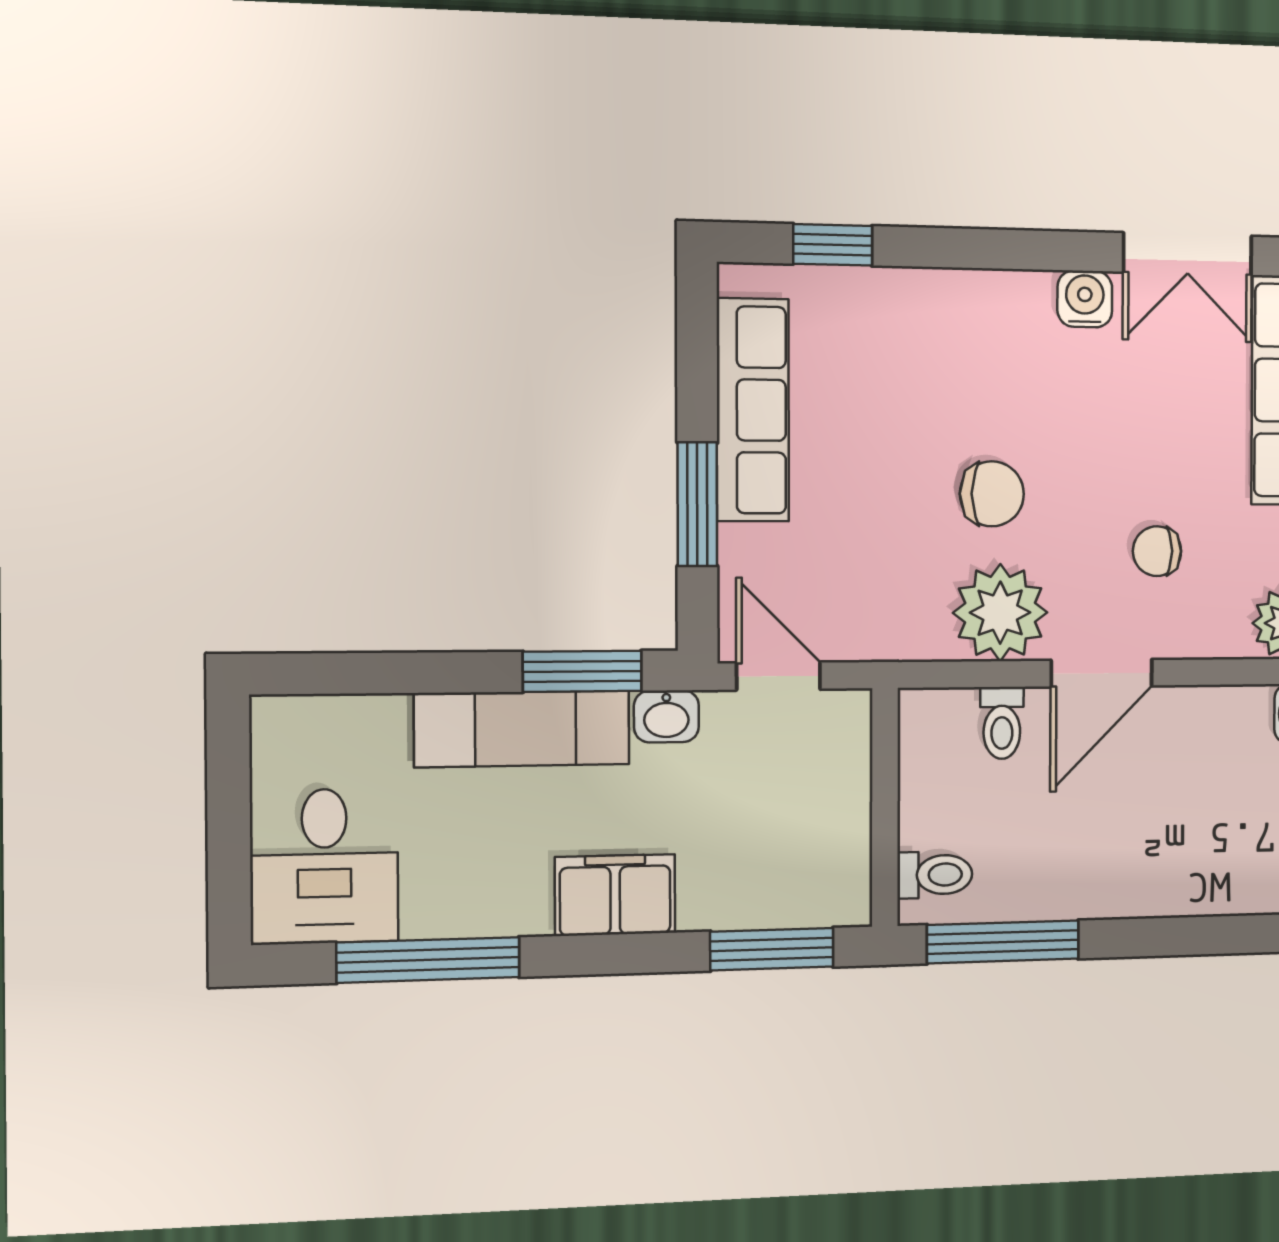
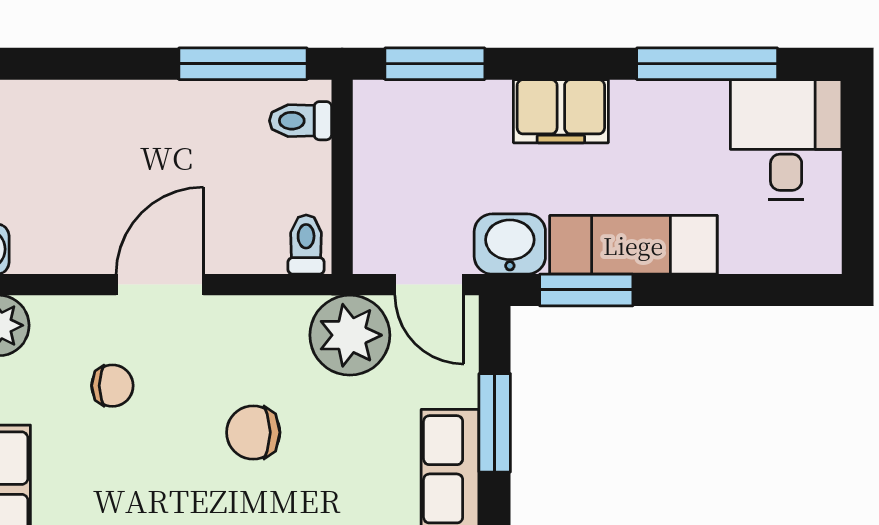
plant: (1000, 613) -> (350, 335), moved
washbasin: (666, 716) -> (510, 244), width x1.38, depth x1.45
toilet: (1002, 723) -> (306, 245), moved

